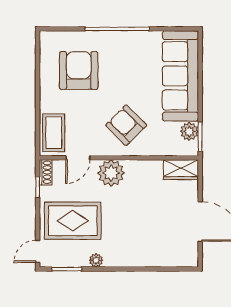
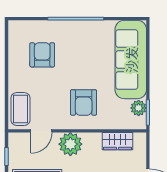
armchair: (79, 70) -> (42, 55), width x0.73, depth x0.73
armchair: (126, 125) -> (84, 102), turned -135
wardrobe: (181, 170) -> (117, 141), moved
shoe rack: (46, 172) -> (13, 143), removed

